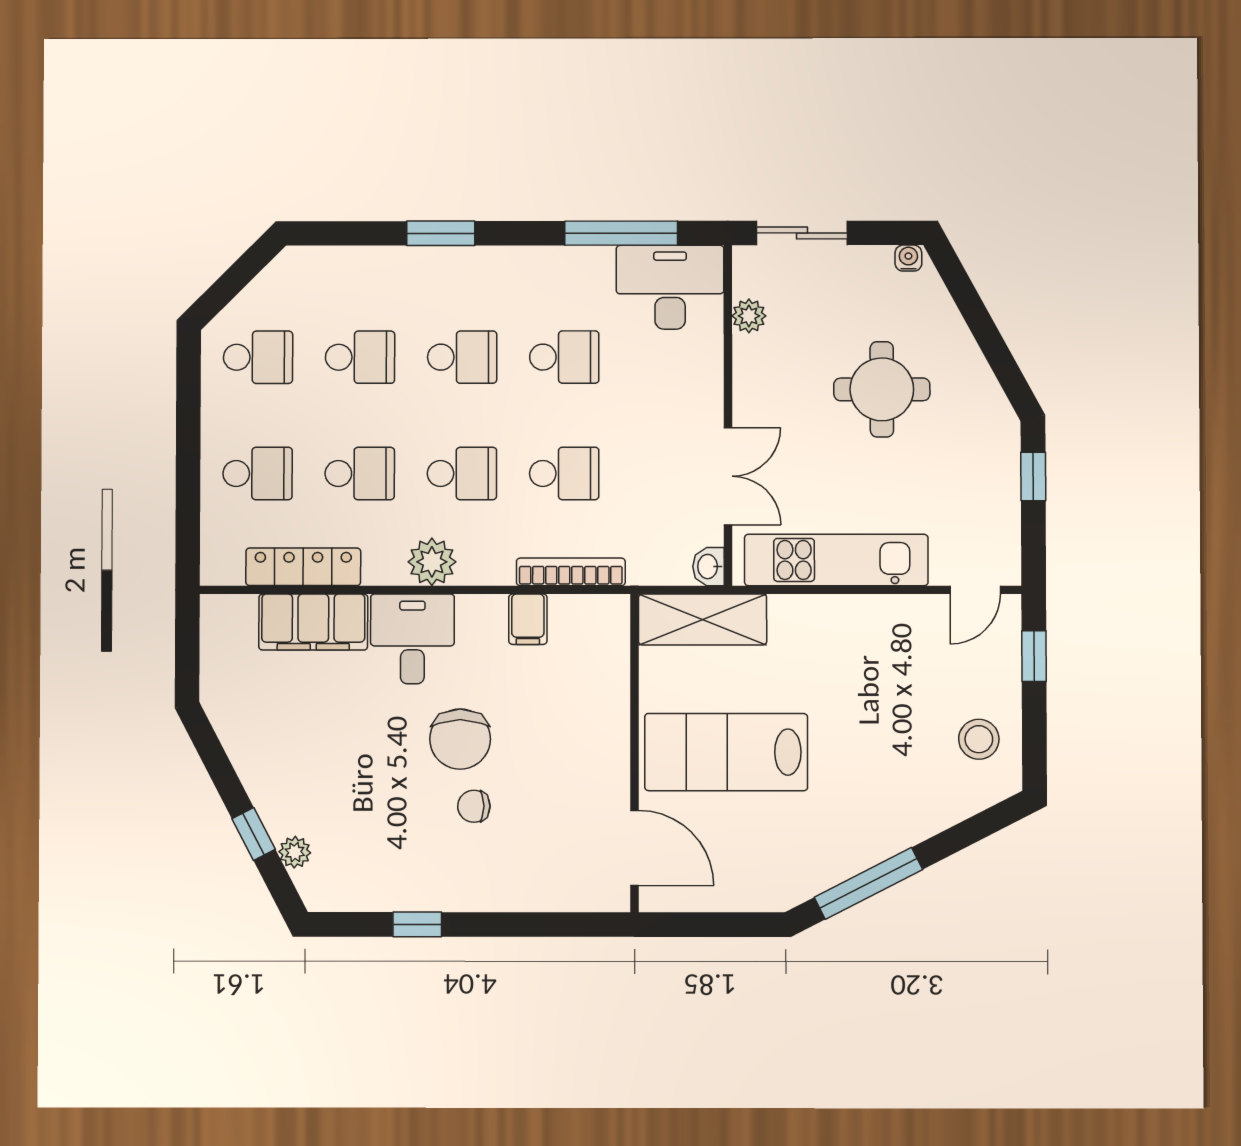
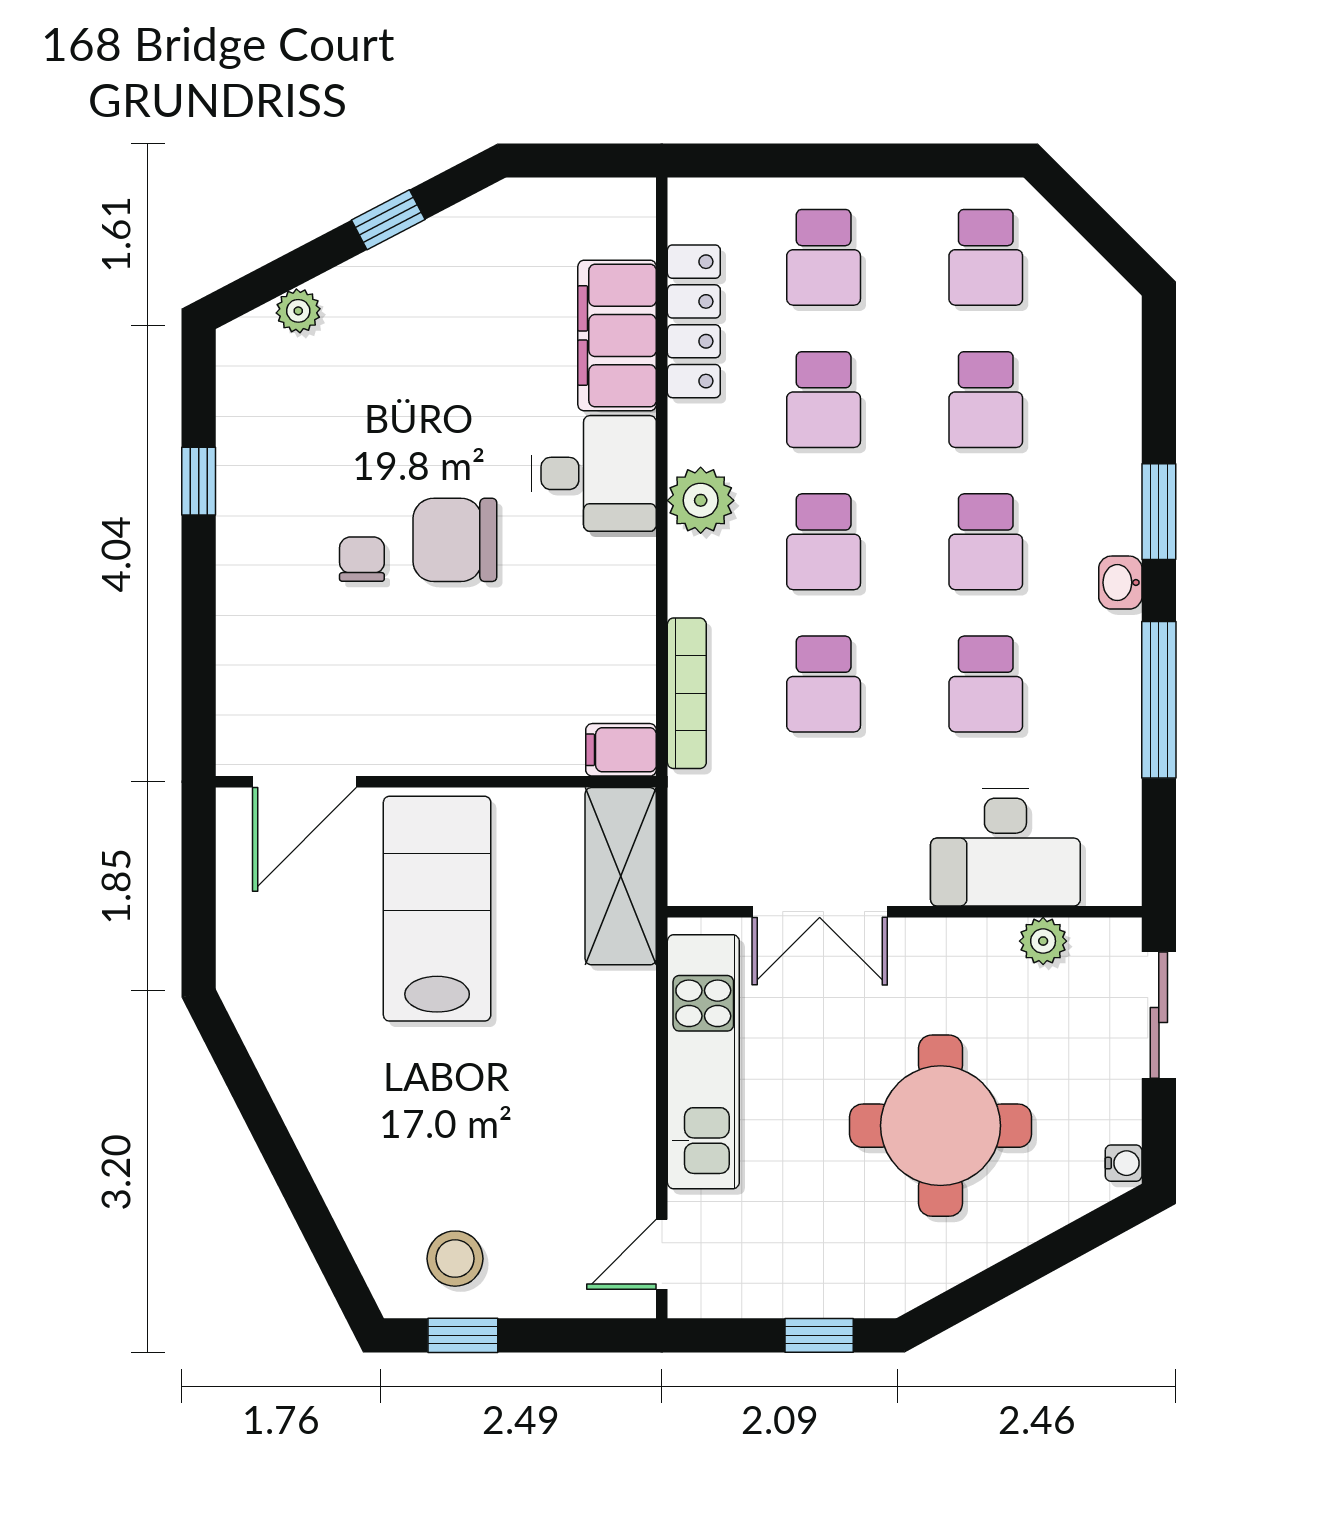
window: (621, 233) -> (1159, 700), moved
desk: (670, 287) -> (1005, 847), moved, turned 90
round table: (882, 389) -> (940, 1126), width x1.36, depth x1.36
washbasin: (708, 567) -> (1120, 583), moved, turned -90
door: (975, 590) -> (662, 1254), hinge flipped
filing cabinet: (528, 619) -> (621, 750), moved
window: (1034, 656) -> (463, 1335), moved
window: (254, 834) -> (388, 220), moved
window: (868, 883) -> (256, 1105), removed

